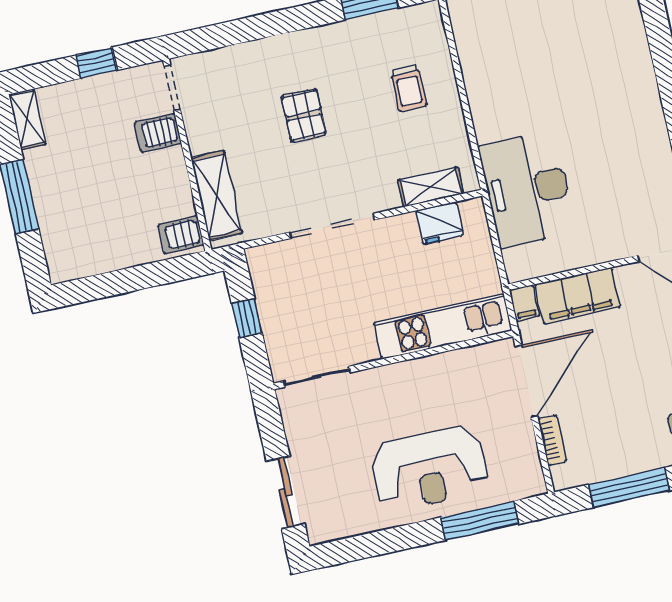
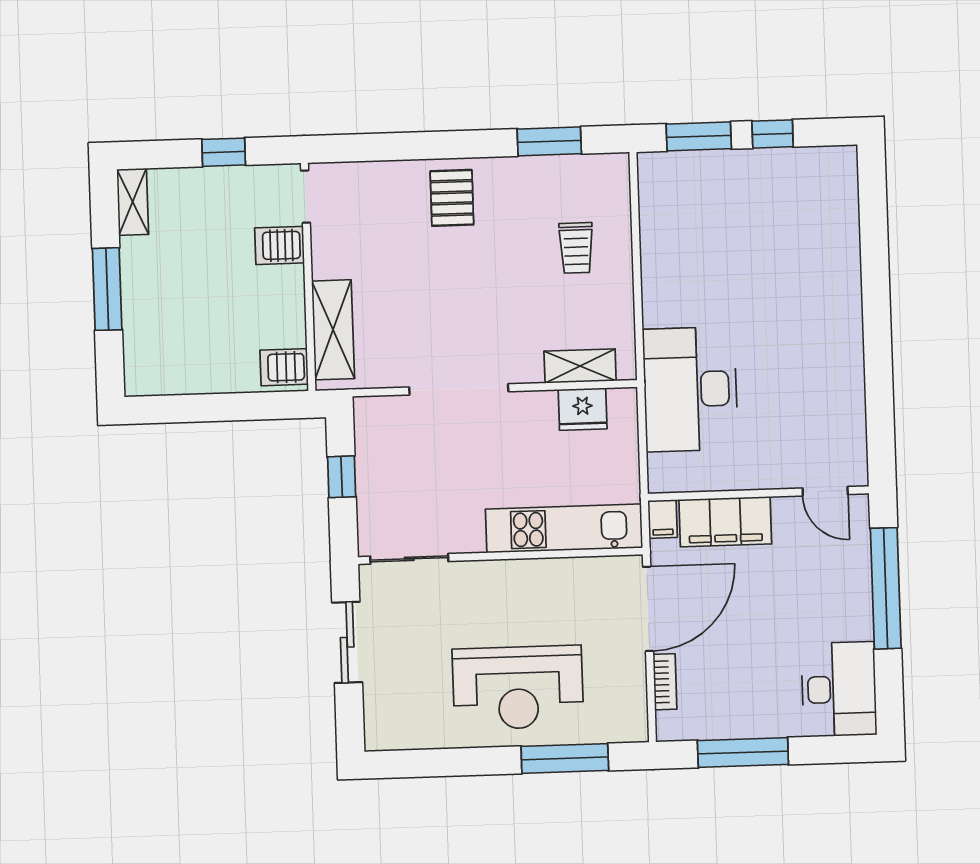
pallet: (304, 115) -> (452, 198), moved
sliding door: (286, 493) -> (347, 642), moved

